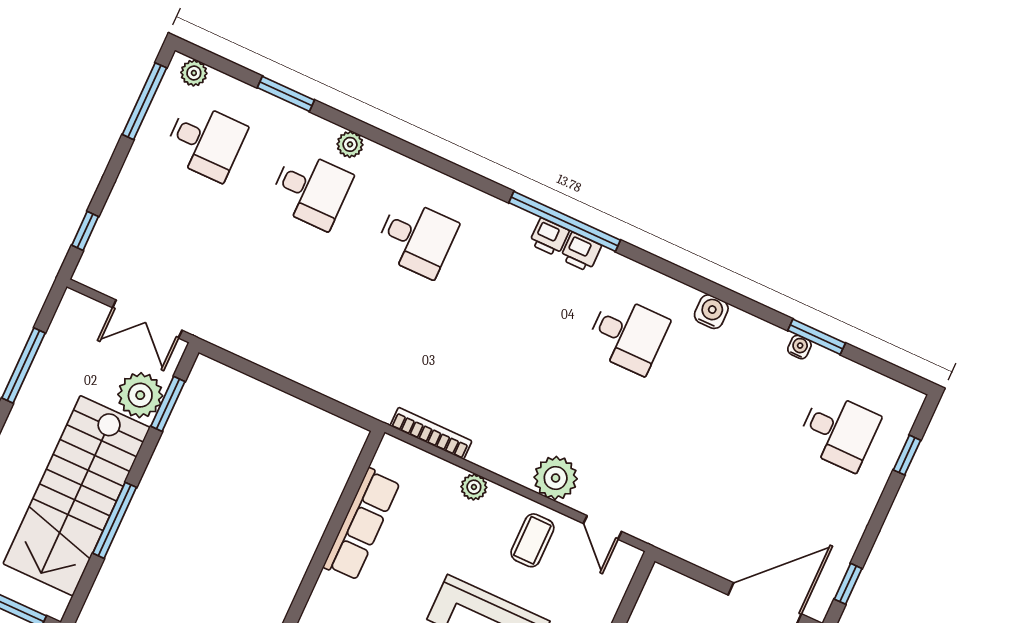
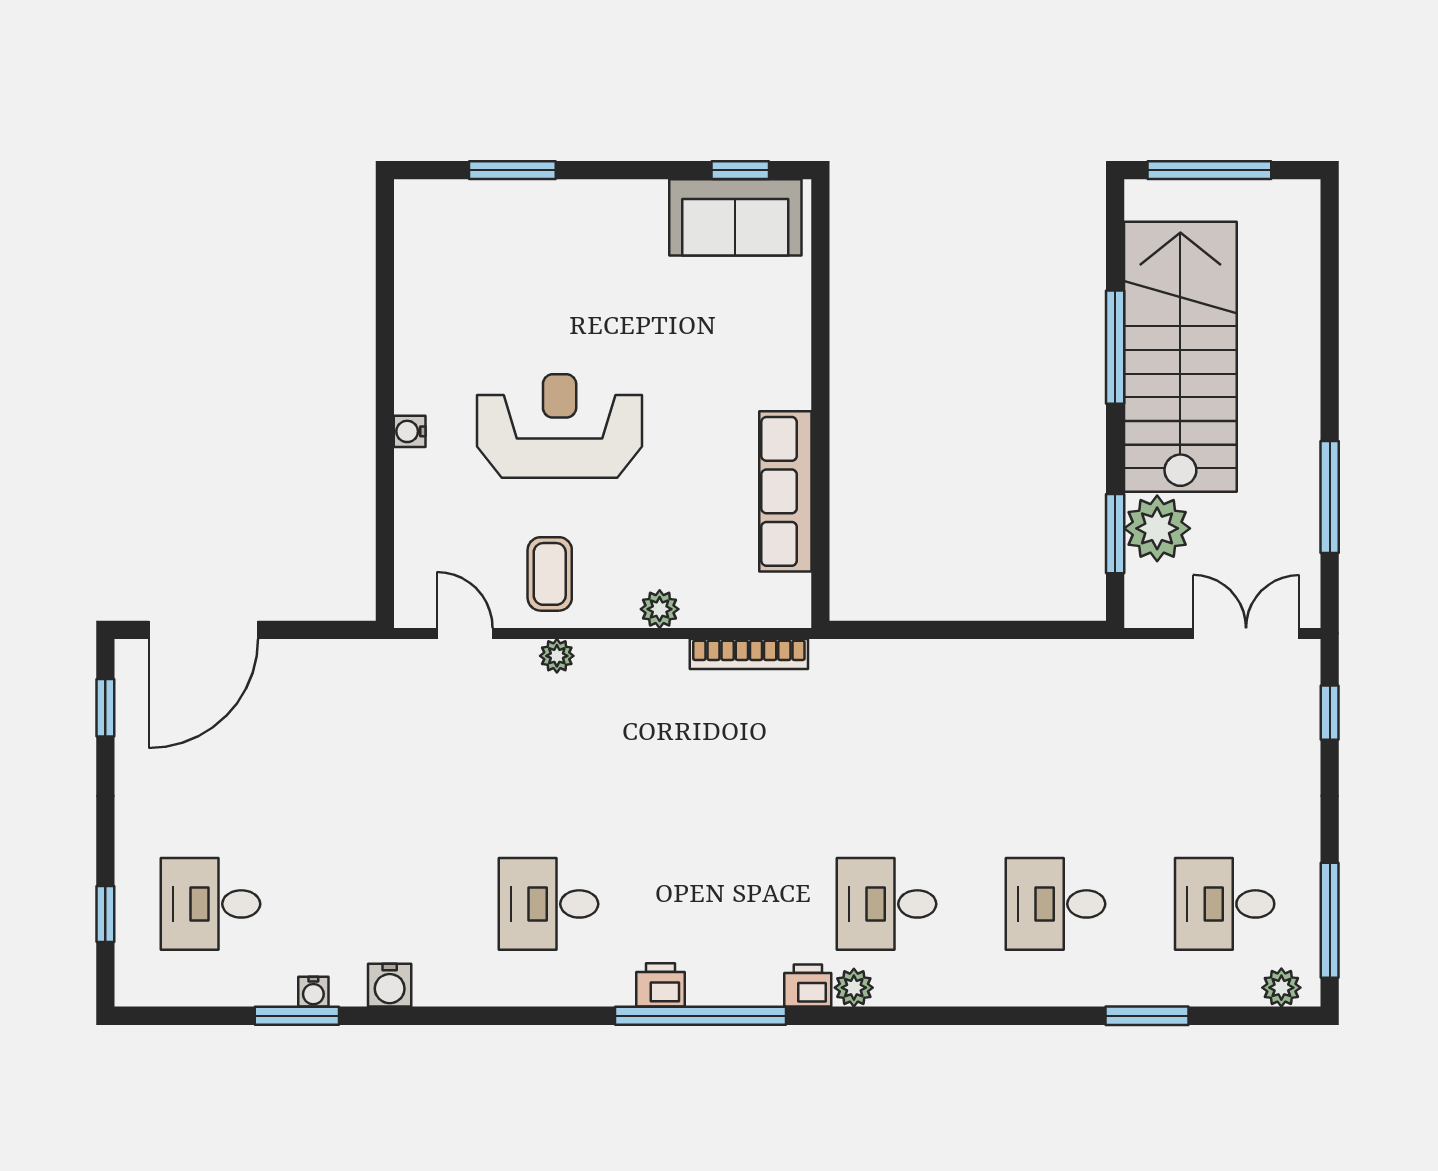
plant: (350, 144) -> (854, 988), moved
printer: (549, 237) -> (808, 986), moved
water cooler: (711, 312) -> (390, 985), moved
double door: (147, 319) -> (1246, 633), moved
plant: (556, 478) -> (557, 656), width x0.53, depth x0.53

